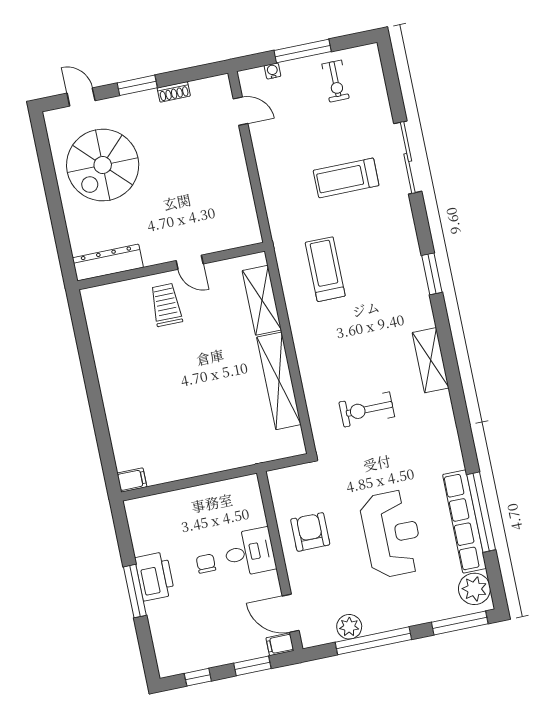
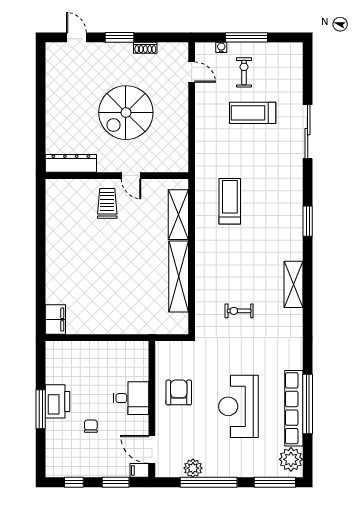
exercise bike: (336, 81) -> (244, 72), moved, turned 180
spiral stairs: (103, 165) -> (126, 113), moved
treadmill: (346, 178) -> (253, 113), moved
exercise bike: (367, 409) -> (239, 311), width x0.73, depth x0.72
filing cabinet: (132, 480) -> (55, 320), width x2.00
reception desk: (392, 534) -> (238, 406), turned 180
chair: (206, 564) -> (91, 426), moved

